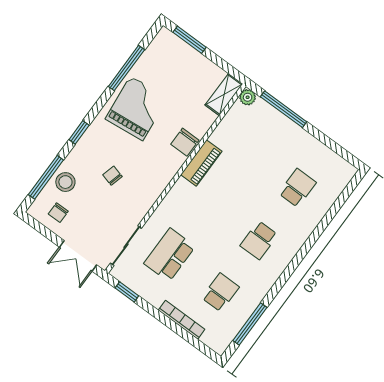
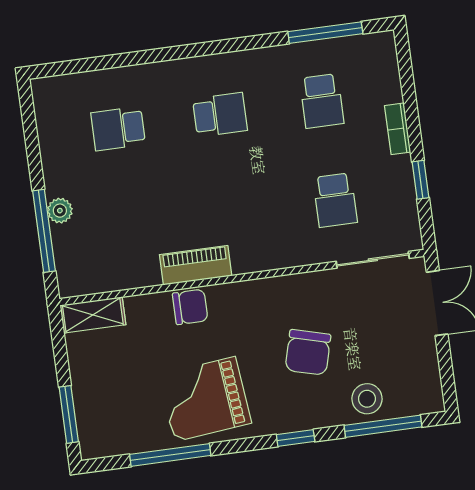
plant: (248, 97) -> (60, 211), moved
chair: (112, 176) -> (308, 352), width x1.87, depth x1.87
chair: (58, 213) -> (410, 373), removed
school desk: (170, 255) -> (335, 200), width x0.54
window: (127, 292) -> (420, 180), moved
school desk: (220, 292) -> (322, 101), turned -90
bookcase: (182, 320) -> (398, 129), width x0.64

